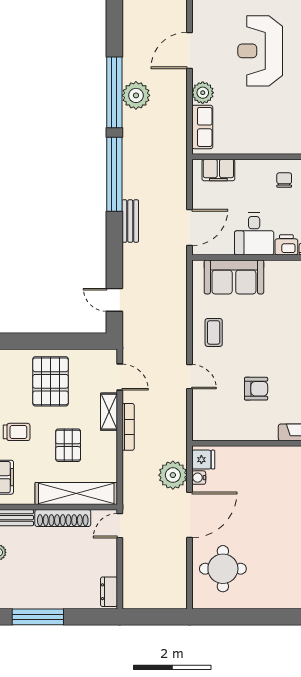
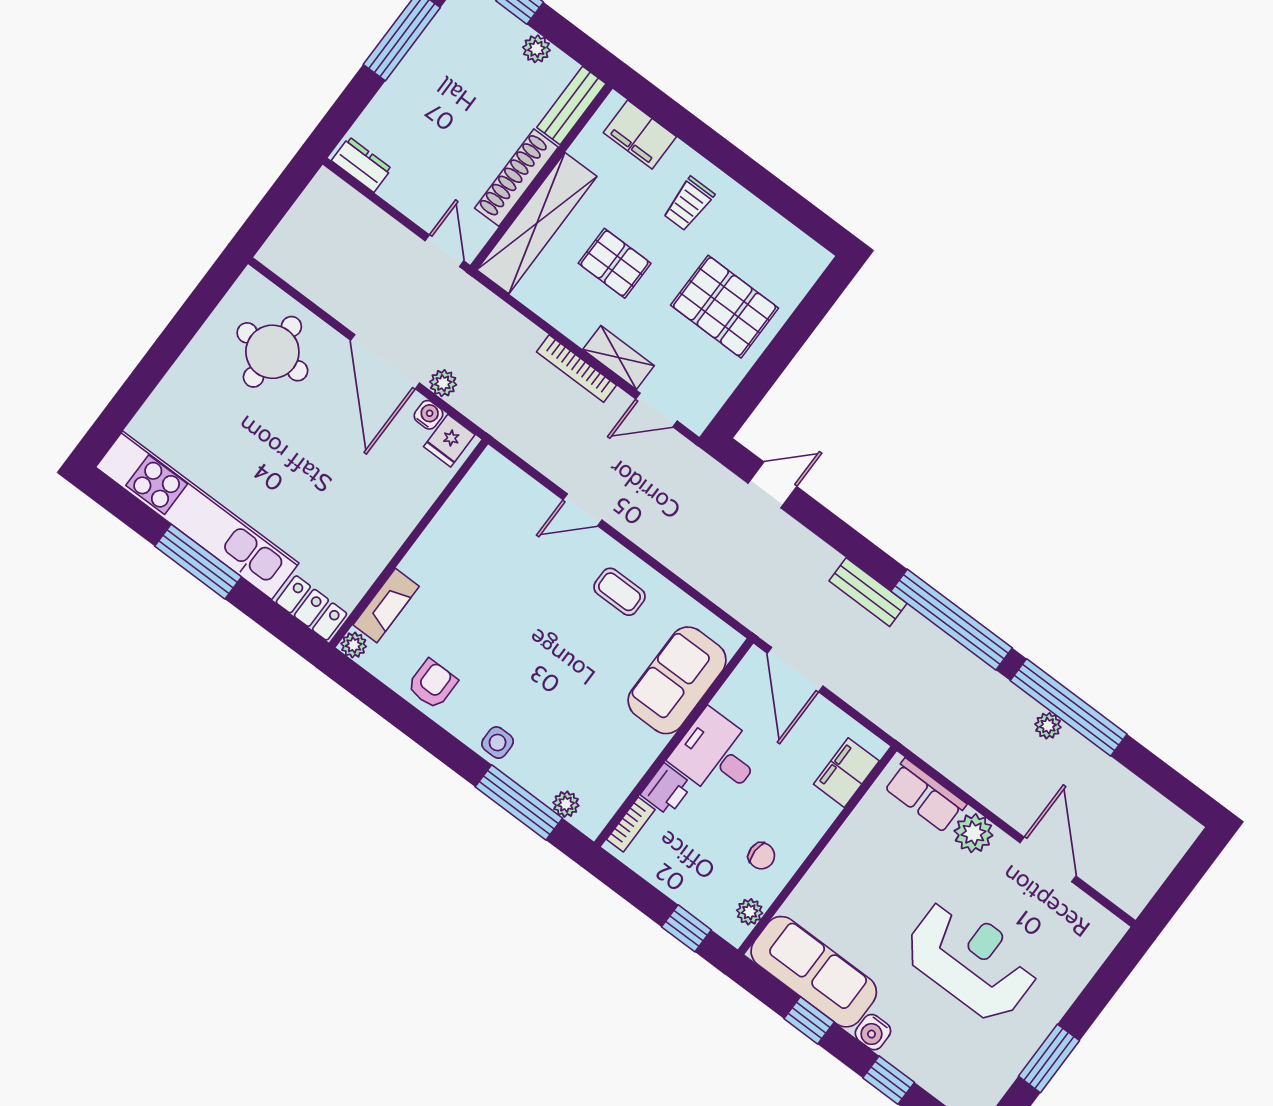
plant: (136, 95) -> (1048, 726), width x0.53, depth x0.53
armchair: (256, 389) -> (494, 592), removed
plant: (173, 475) -> (443, 383), width x0.53, depth x0.53

